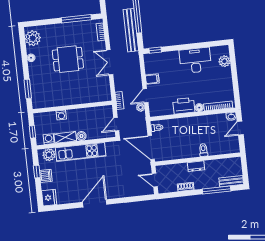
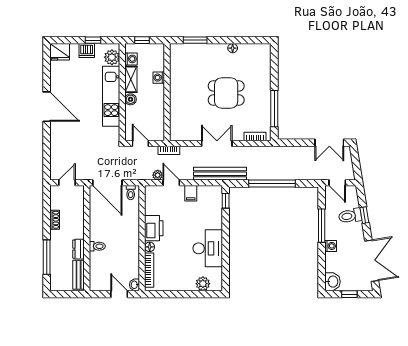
bench: (131, 30) -> (220, 174), moved
plant: (33, 38) -> (256, 53), removed
dining table: (68, 59) -> (226, 93), turned 90
door: (151, 147) -> (107, 183), swing flipped
dresser: (196, 166) -> (79, 249), moved
bench: (231, 181) -> (79, 275), moved

